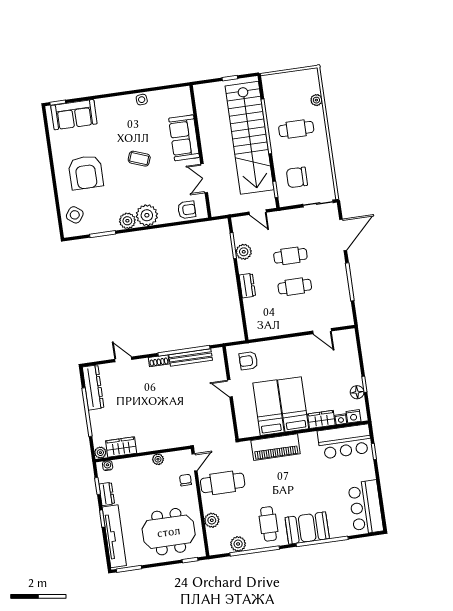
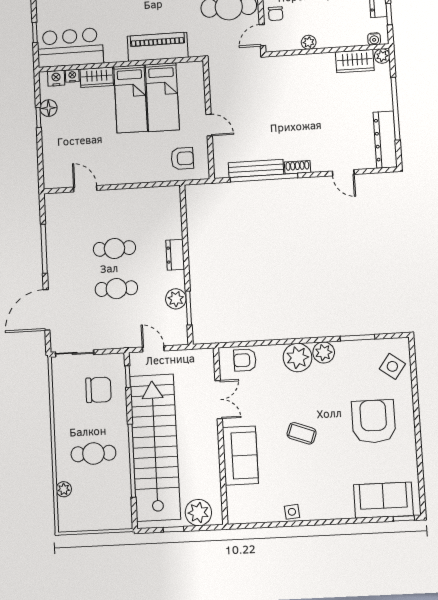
plant: (212, 92) -> (198, 513), added

